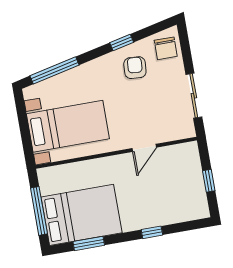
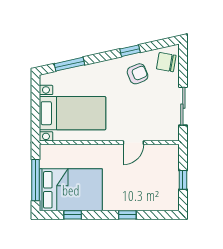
chair: (166, 48) -> (166, 62), turned 100
armchair: (135, 68) -> (138, 74), turned 64
window: (55, 70) -> (69, 64), width x0.69
window: (89, 243) -> (73, 215), width x0.67

